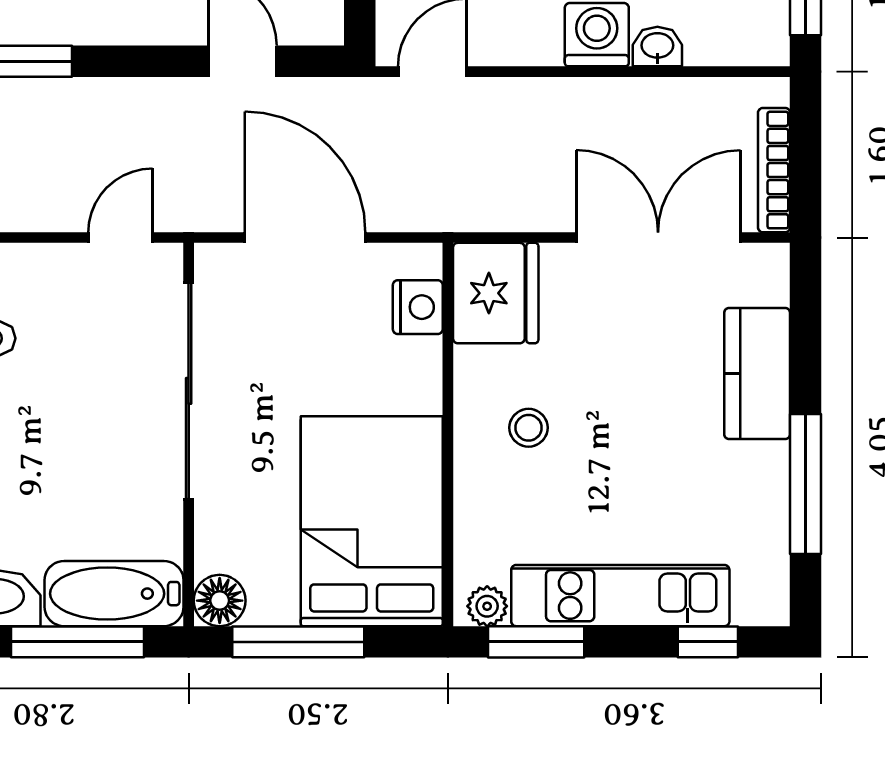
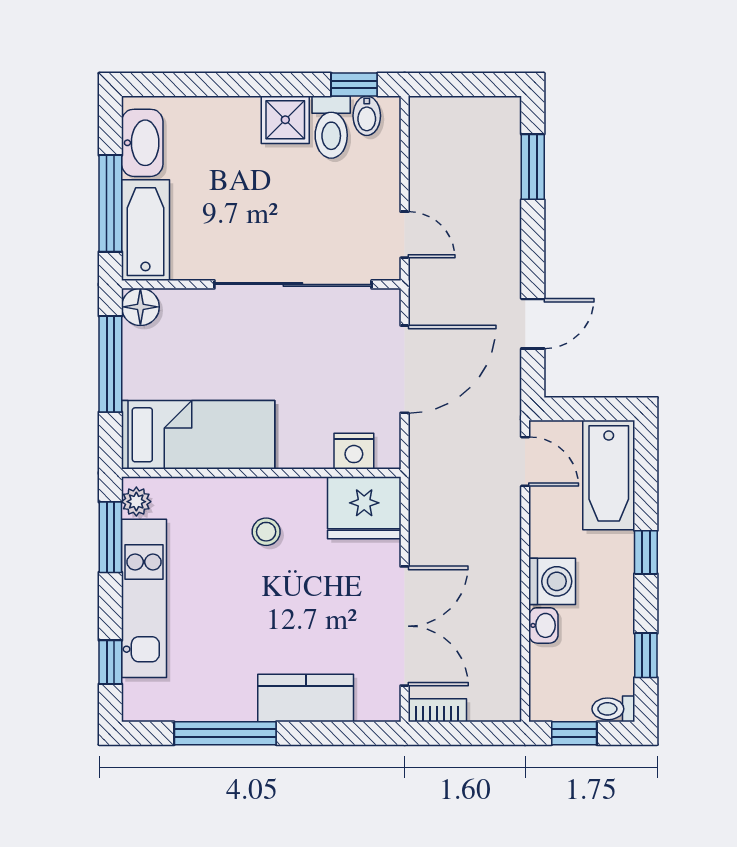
bookcase: (774, 170) -> (437, 710), width x0.64
bed: (372, 521) -> (198, 435), width x0.67

